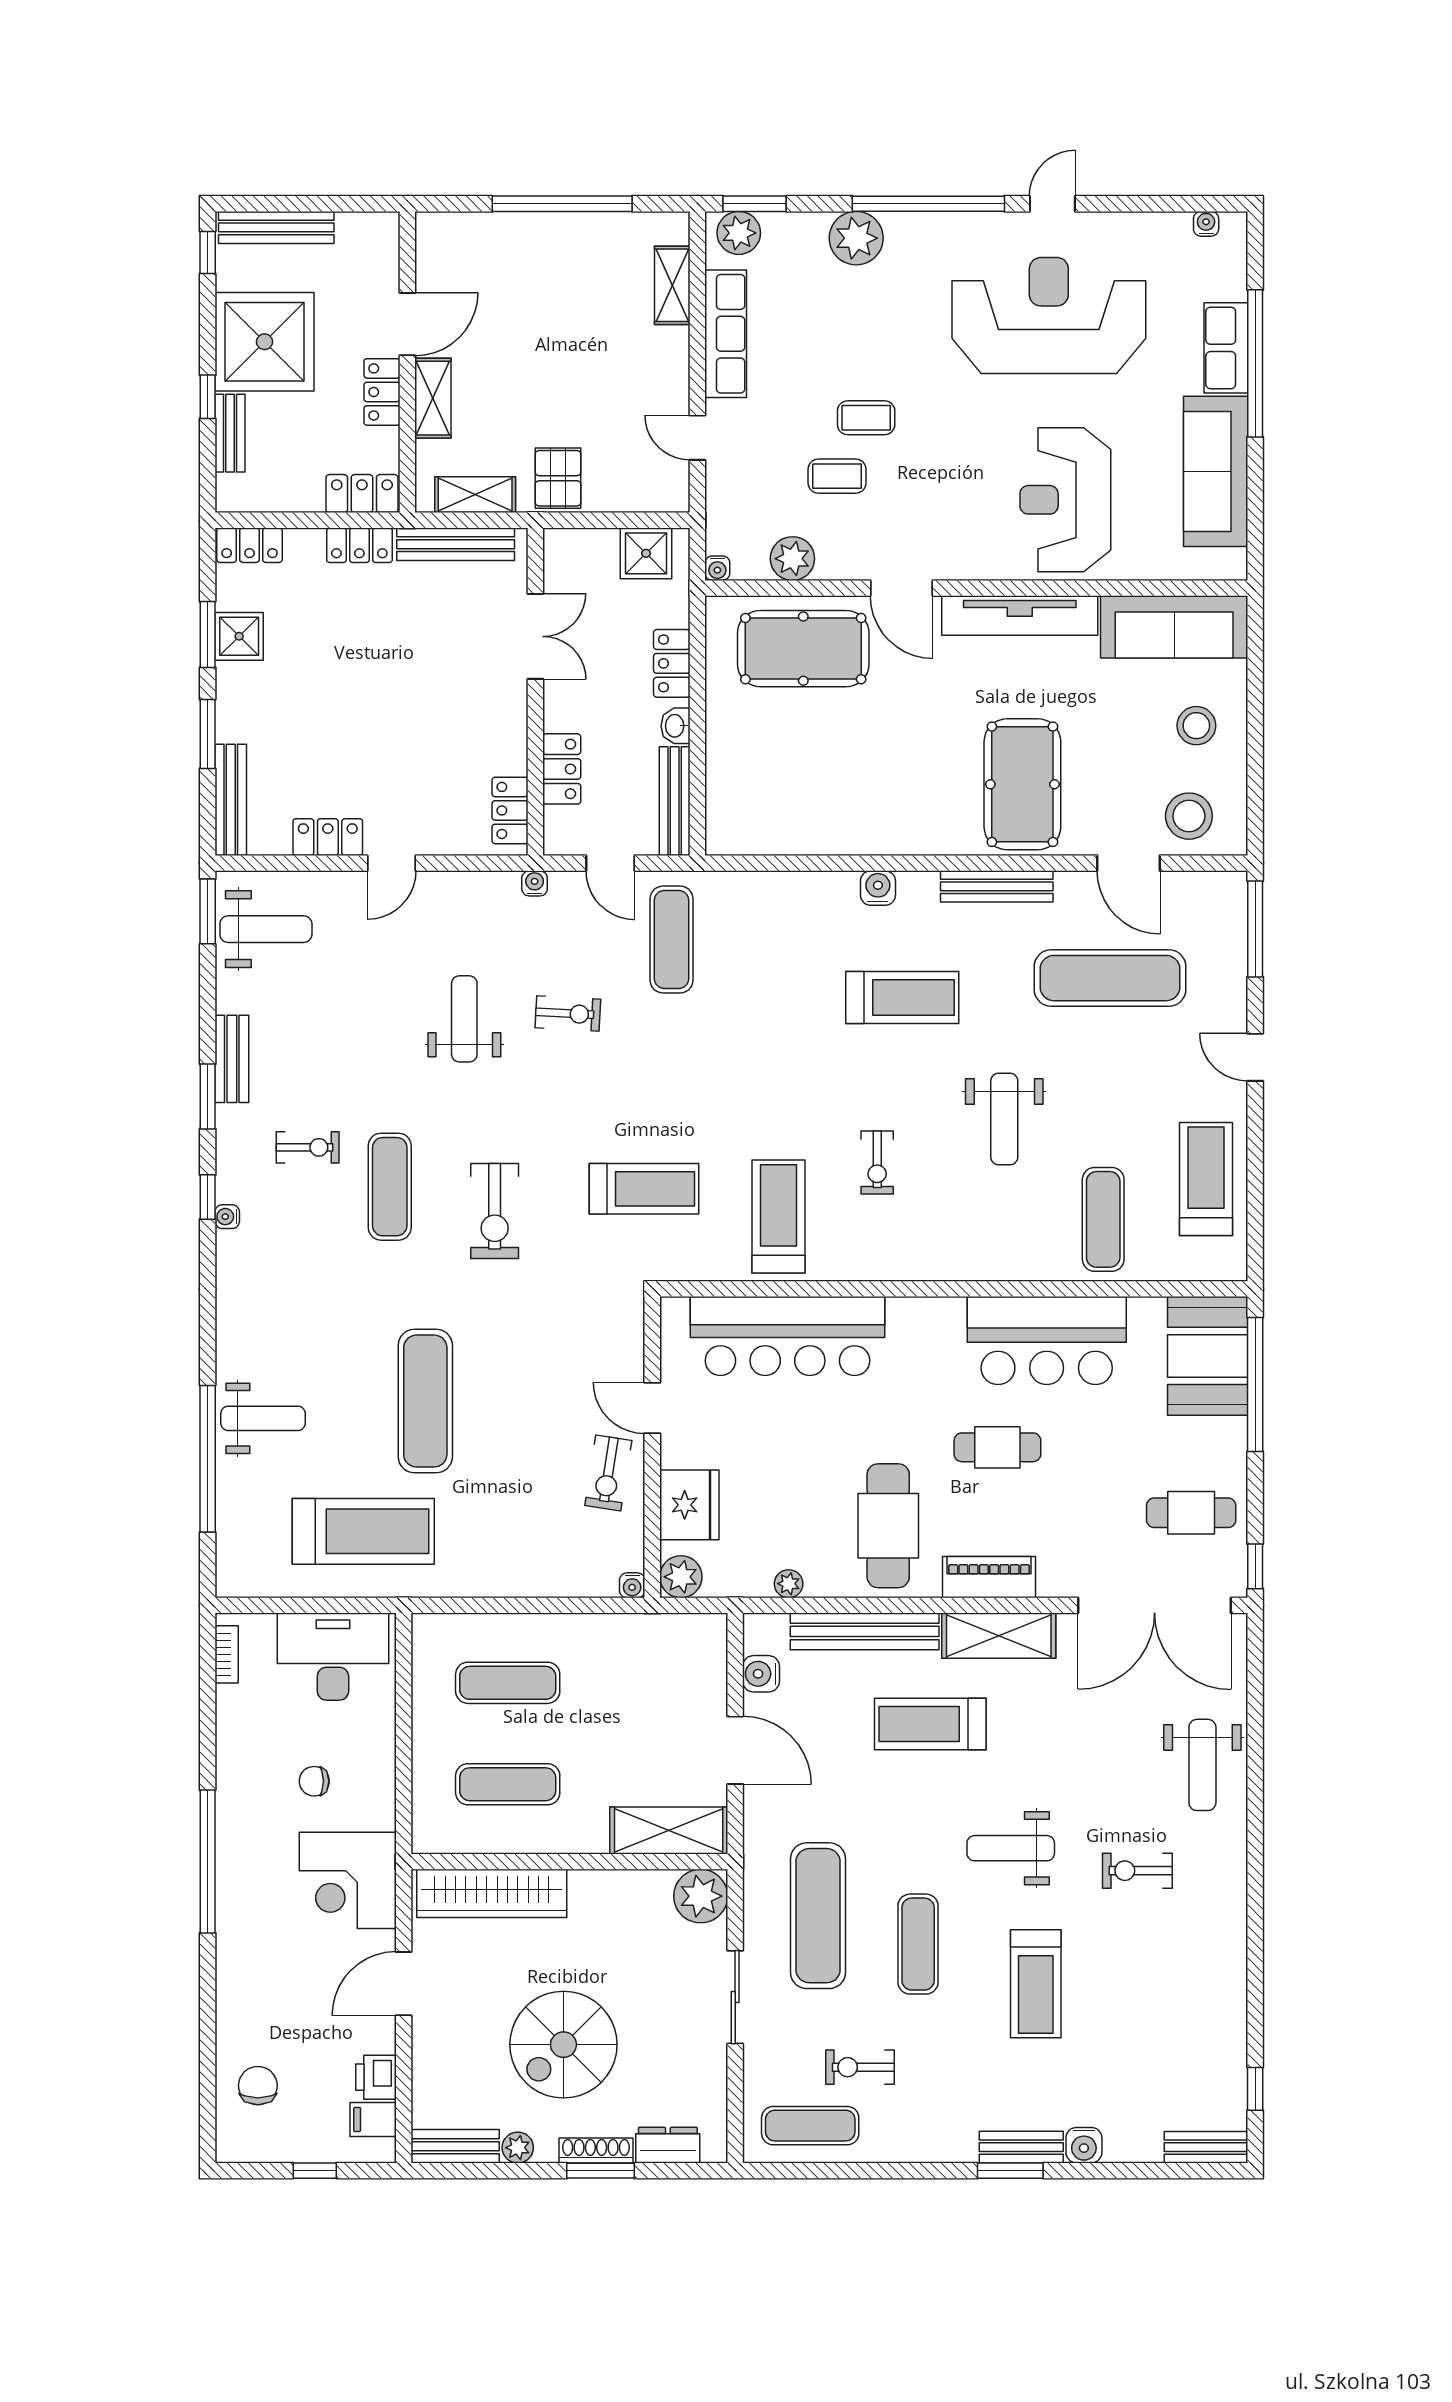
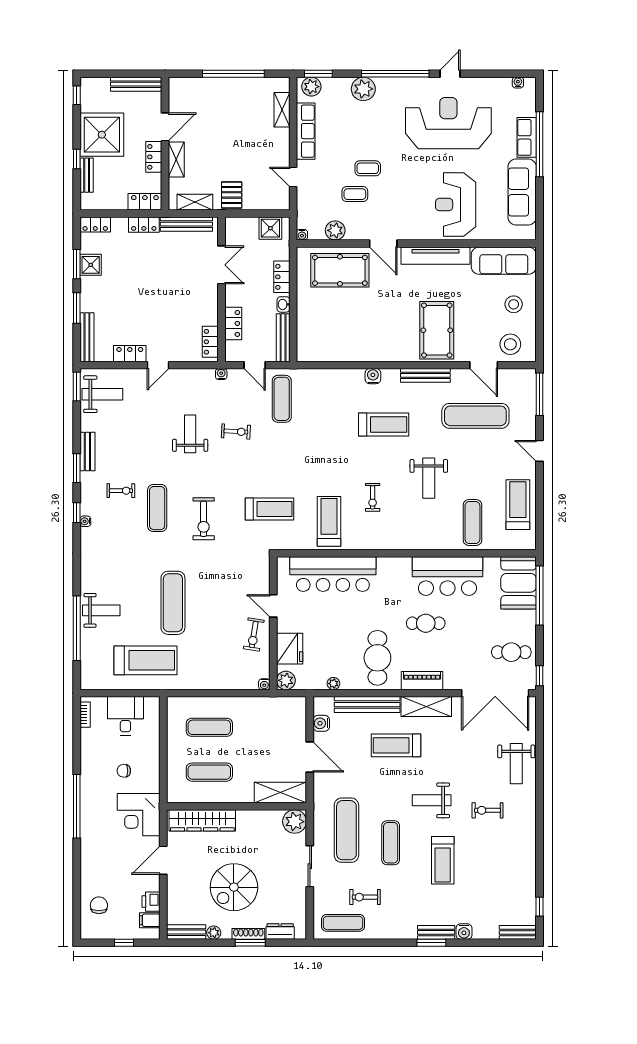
bench: (276, 227) -> (136, 84), moved
desk: (333, 1657) -> (125, 716), width x0.73

